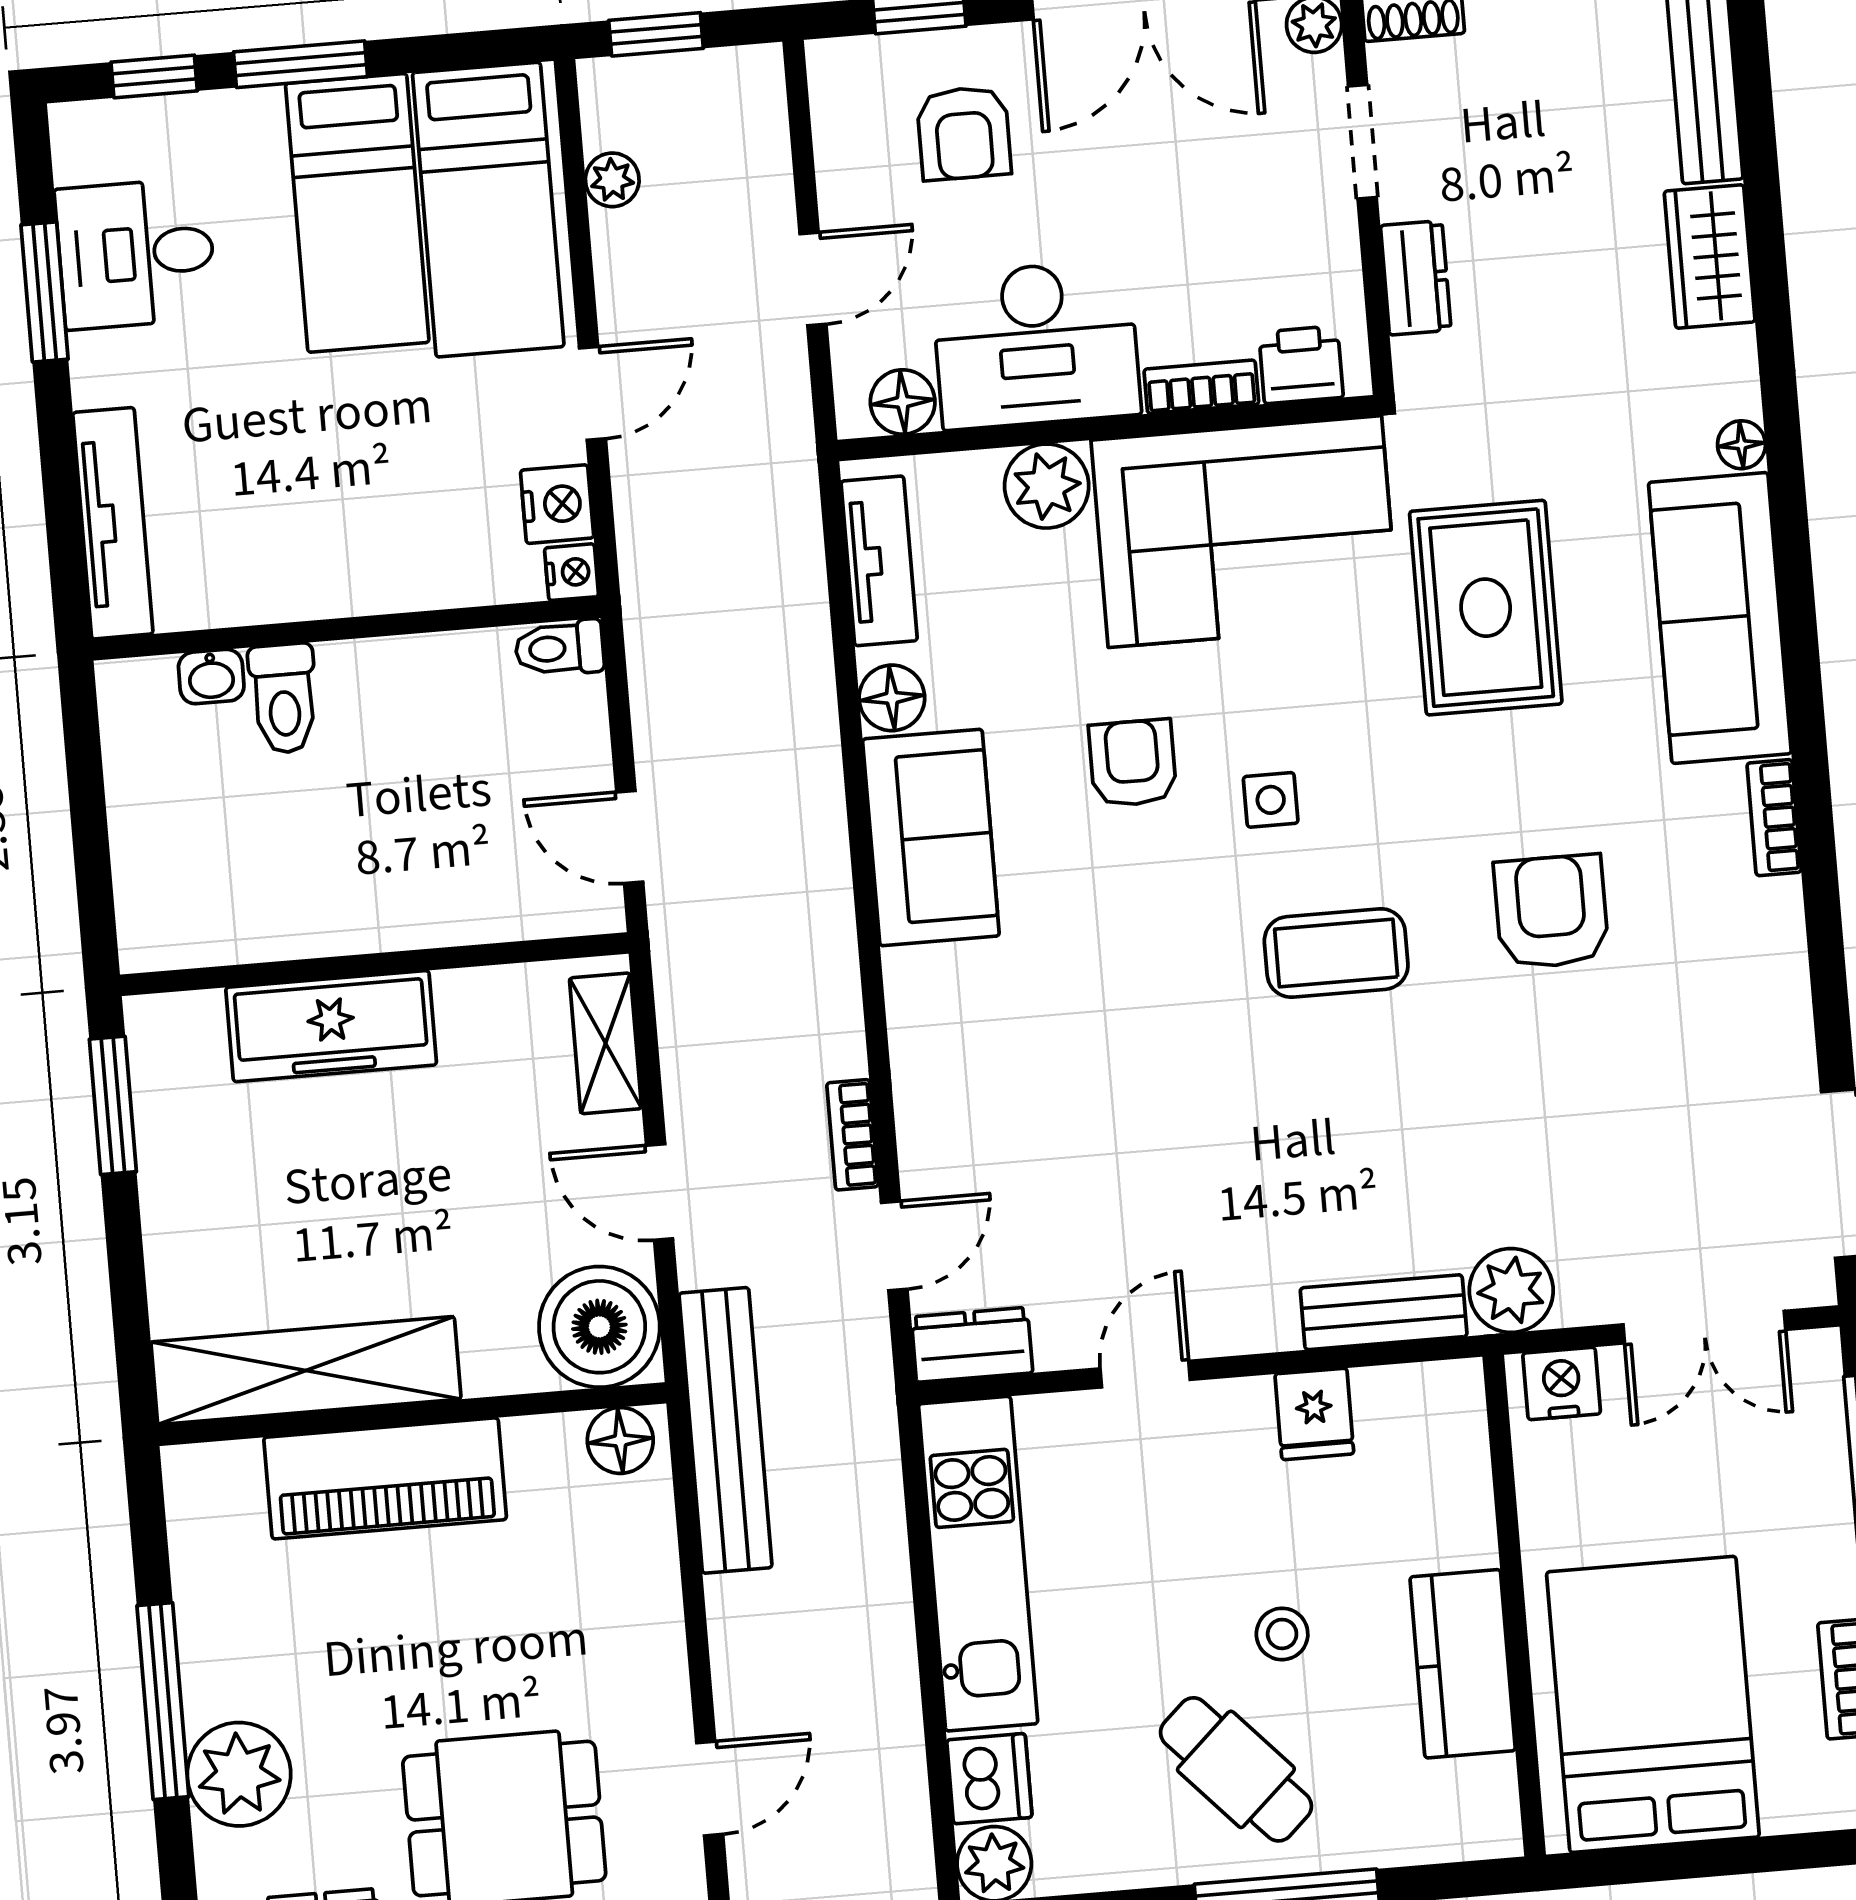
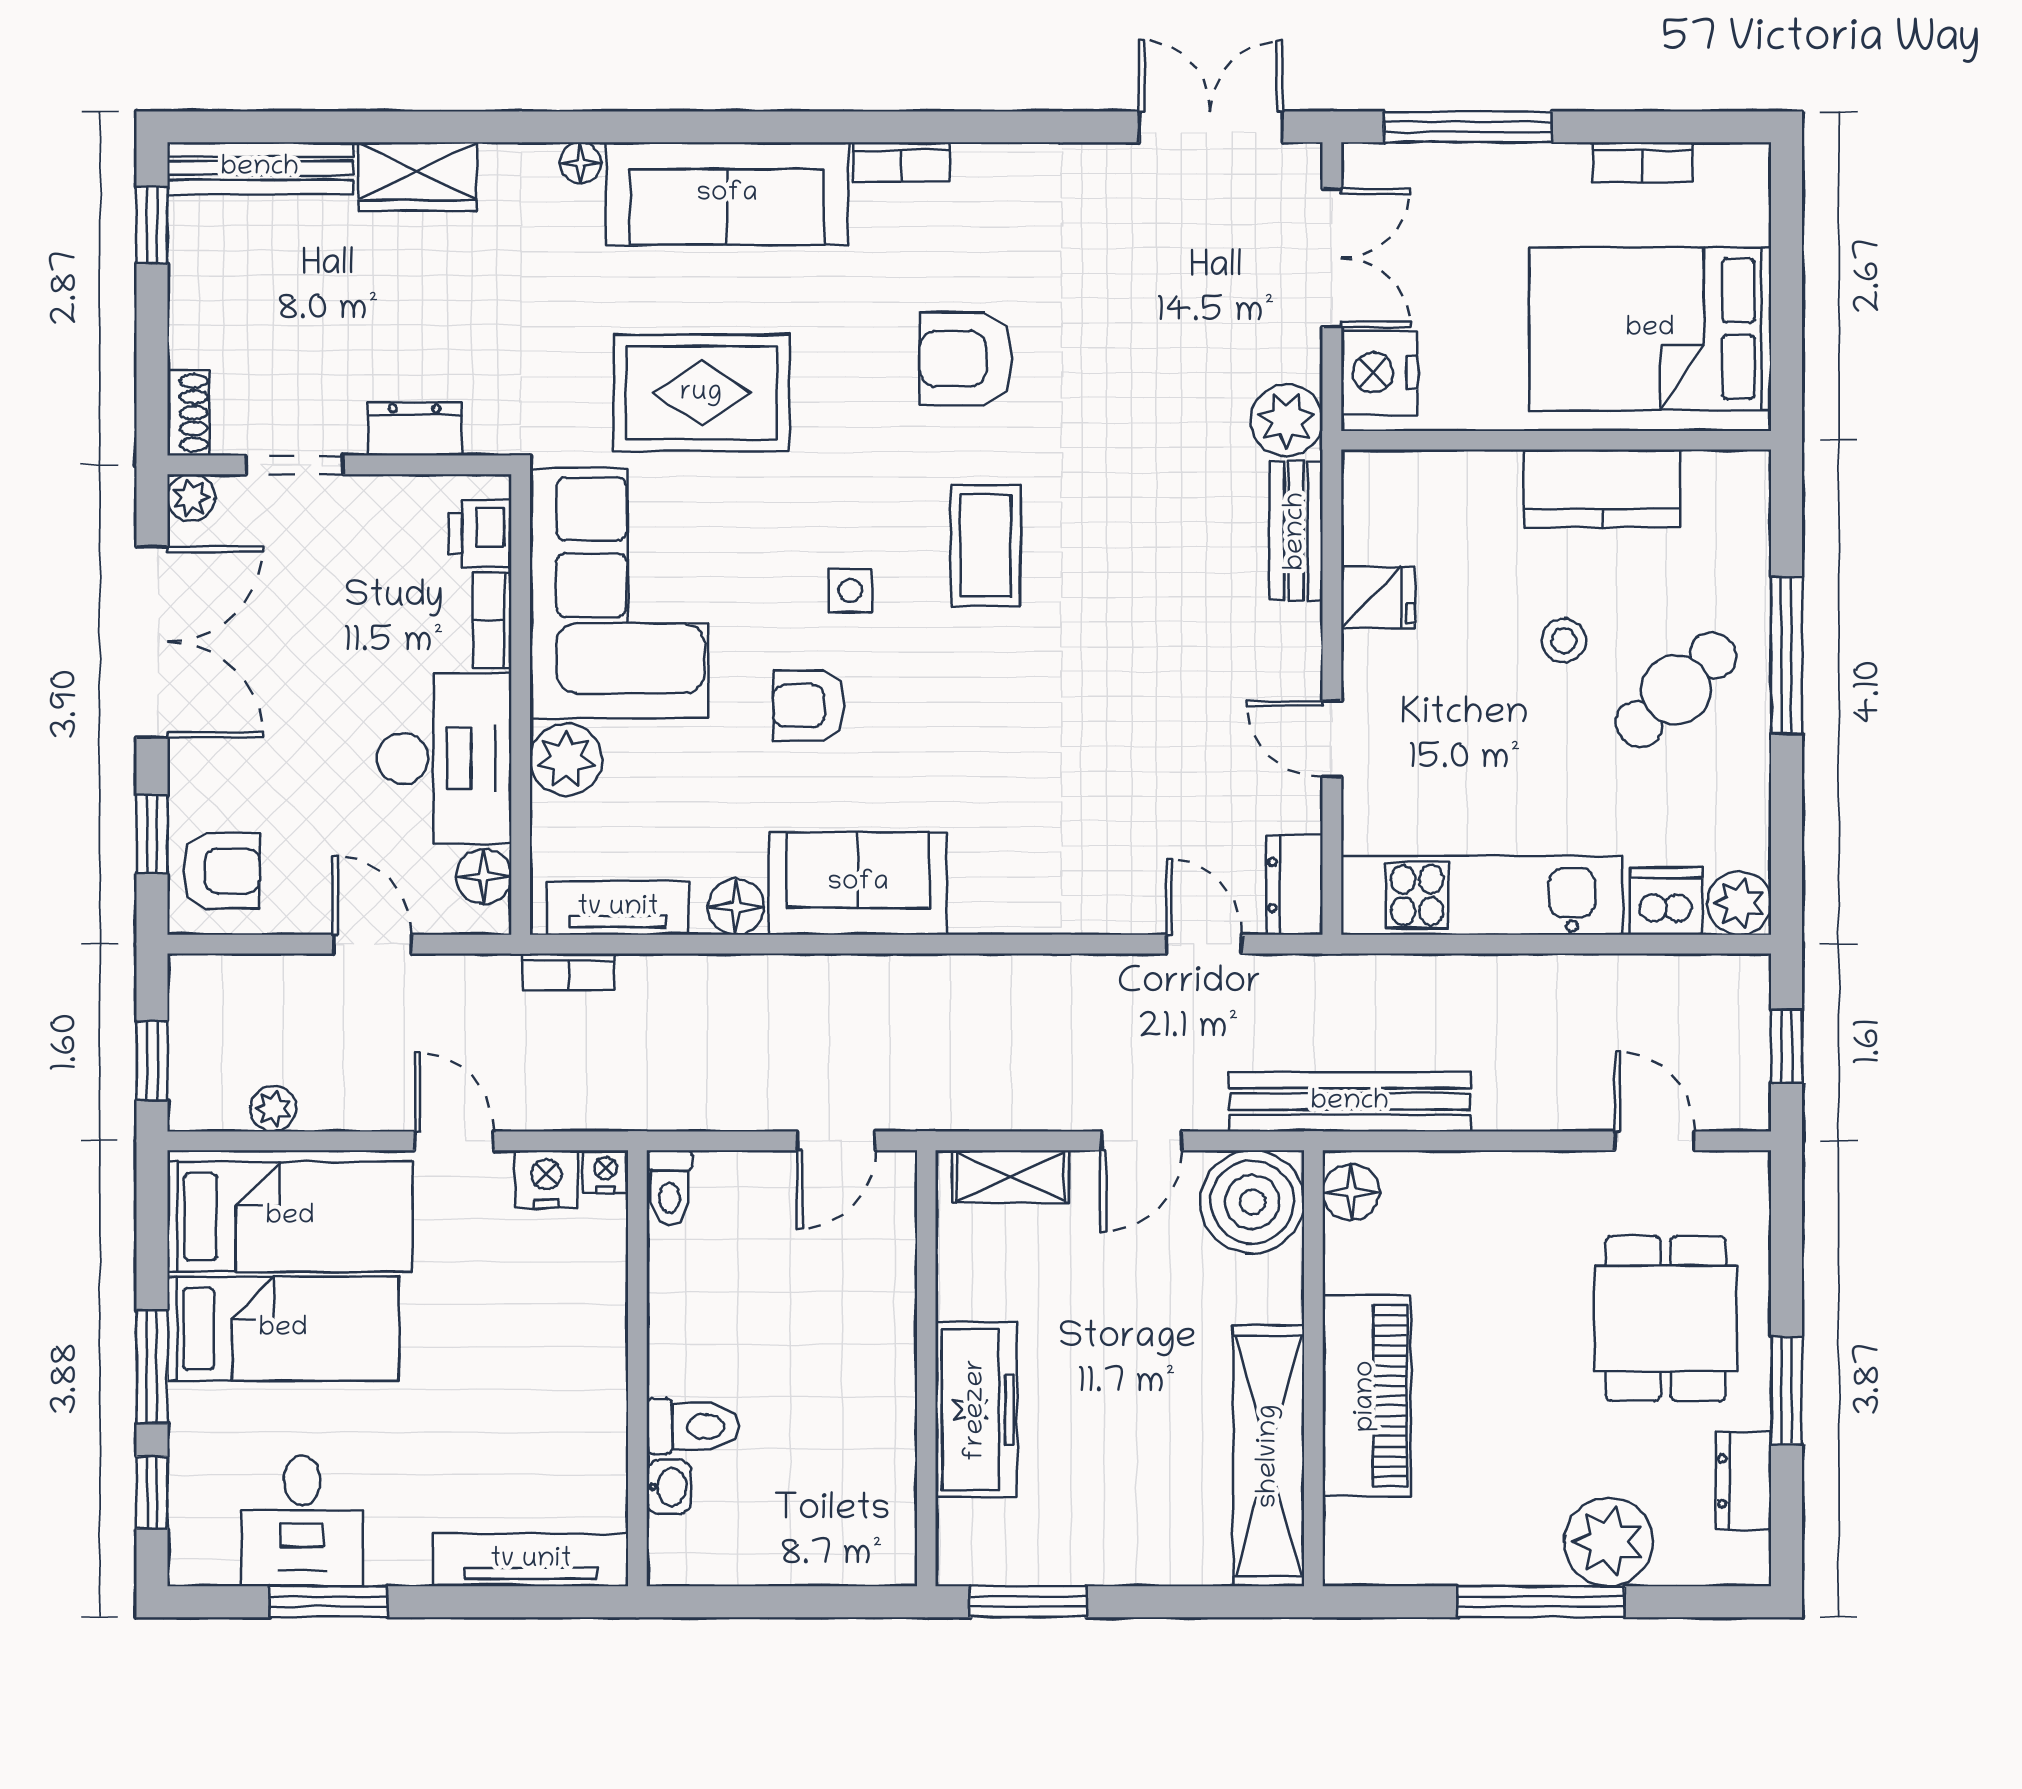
armchair: (964, 133) -> (221, 871), moved
bookcase: (852, 1135) -> (568, 972), moved
nightstand: (1562, 1383) -> (1379, 373), width x1.36, depth x1.33

